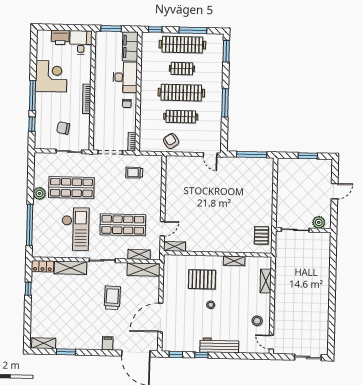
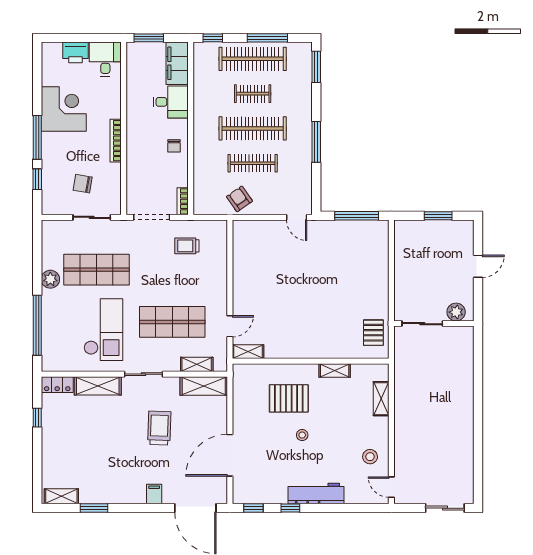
desk: (125, 77) -> (171, 102), width x0.73

